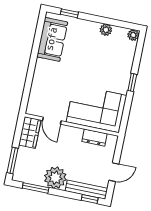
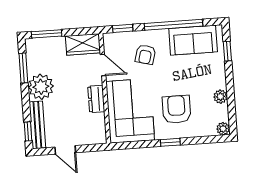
window: (35, 52) -> (173, 25), added
armchair: (106, 70) -> (176, 109), added
armchair: (53, 83) -> (145, 55), added
window: (26, 96) -> (123, 28), added
door: (52, 121) -> (103, 65), swing flipped
dresser: (94, 138) -> (96, 99), moved

